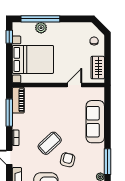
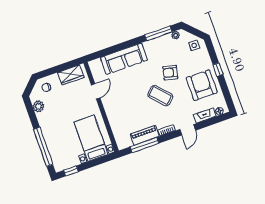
plant: (41, 28) -> (39, 106), moved
bed with nightstands: (33, 59) -> (91, 138), width x0.73
door: (74, 85) -> (96, 91), swing flipped
piano: (18, 100) -> (145, 135), moved

